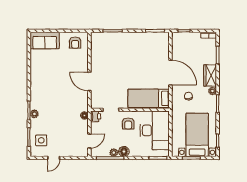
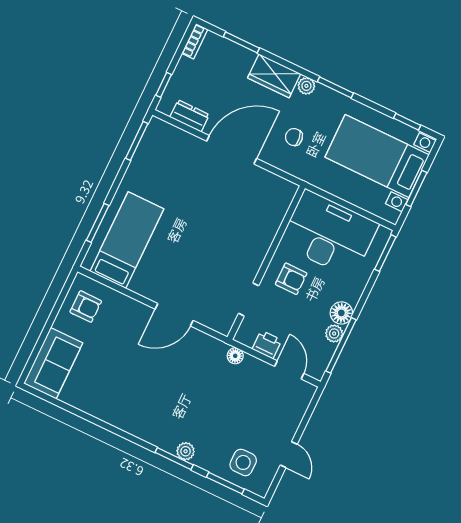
dresser: (176, 48) -> (190, 116), added
bed: (149, 98) -> (127, 240), moved, turned 180
printer: (96, 116) -> (267, 345), moved

